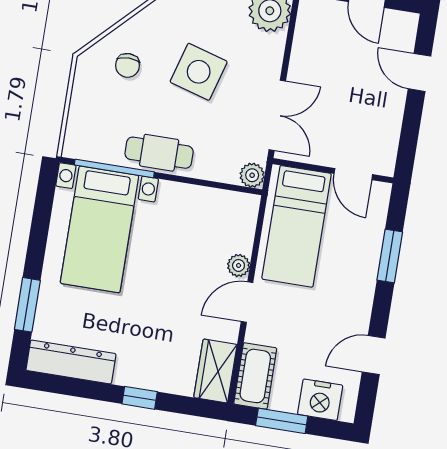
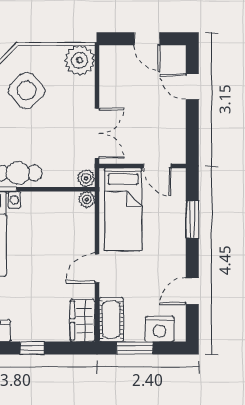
side table: (199, 72) -> (26, 90), moved, turned 32
plant: (239, 265) -> (87, 199), moved

